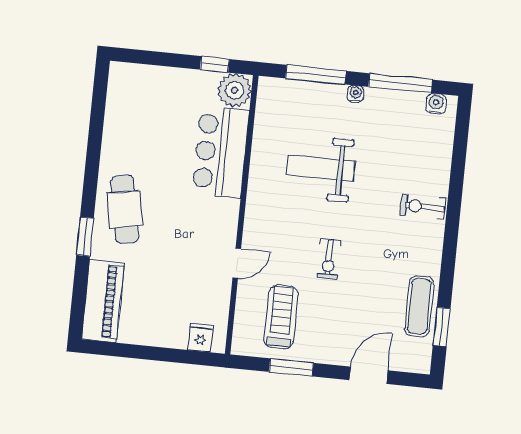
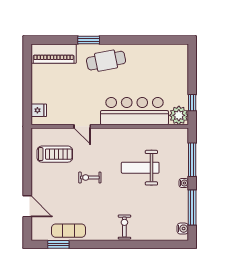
bar counter: (221, 152) -> (134, 111), width x1.36
weight bench: (321, 168) -> (140, 168), turned -90
window: (291, 367) -> (27, 163), removed

